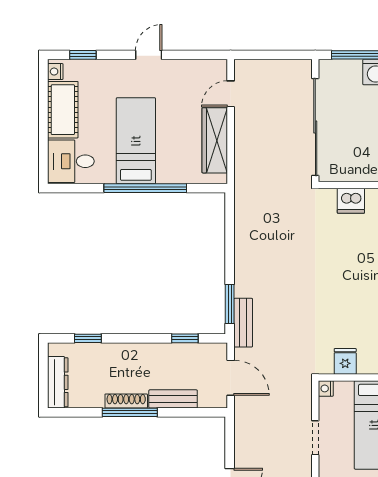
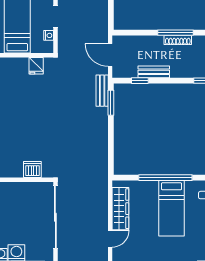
nightstand: (326, 388) -> (49, 35), moved
bench: (173, 399) -> (154, 72), moved

